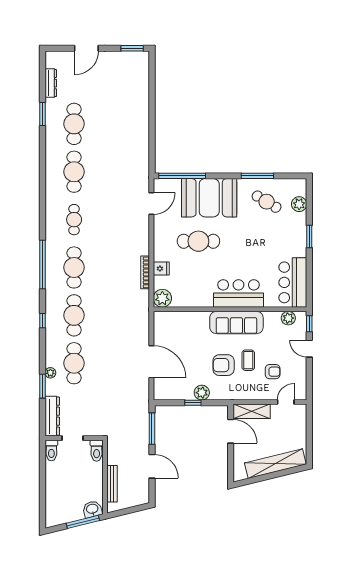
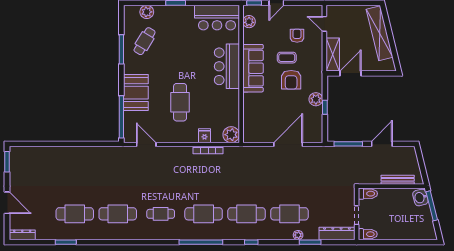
dresser: (51, 83) -> (22, 235), moved
booth: (209, 198) -> (136, 93), width x0.73, depth x0.70

